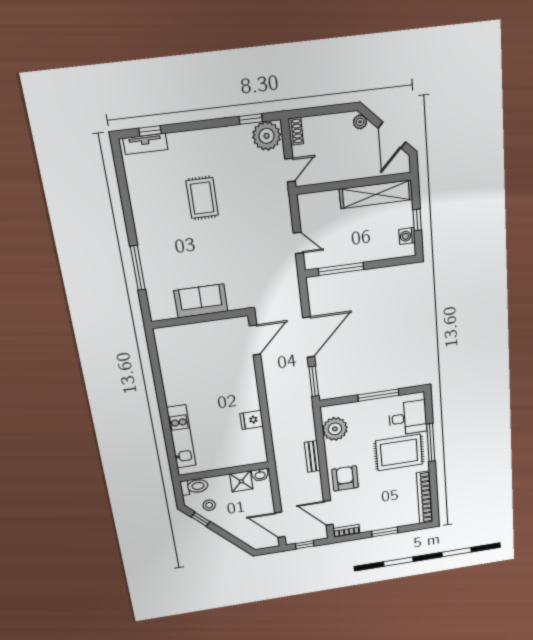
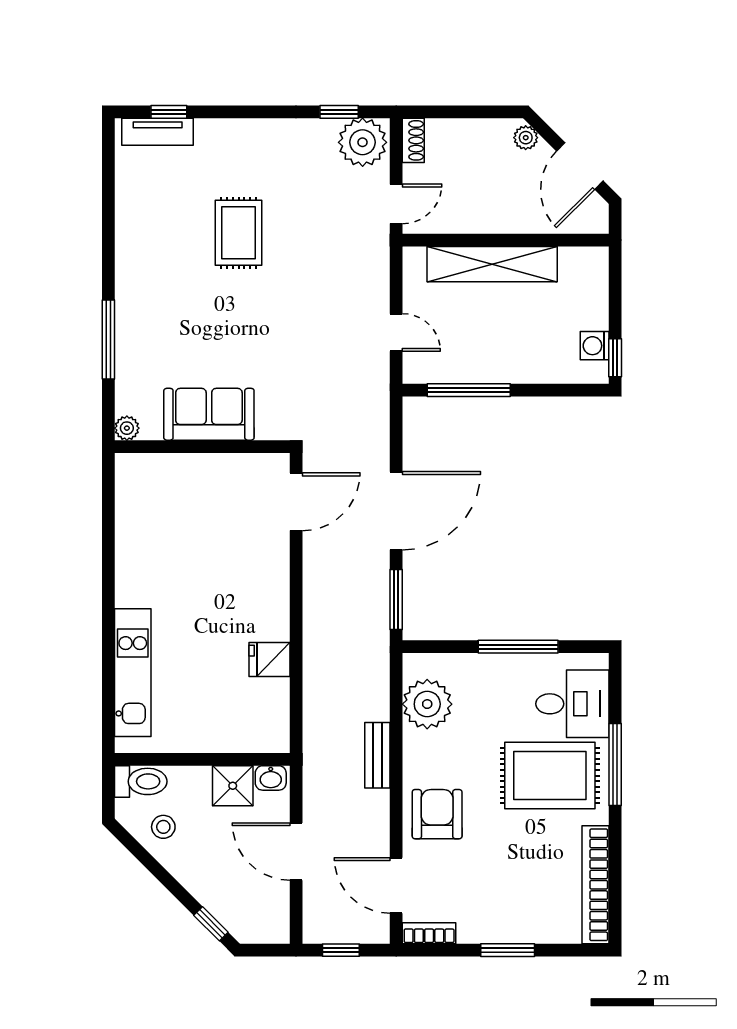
shelving: (376, 194) -> (492, 264), moved
window: (417, 220) -> (615, 358), moved
plant: (157, 314) -> (127, 428), added
window: (201, 519) -> (211, 924), moved
door: (280, 525) -> (296, 852), moved

